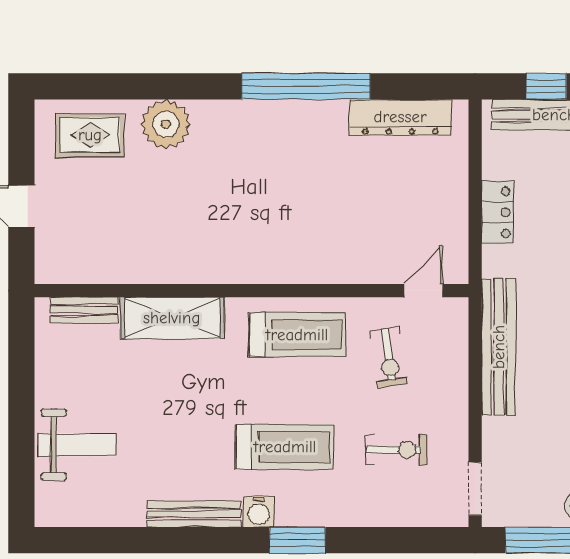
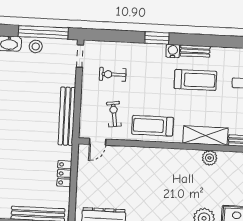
plant: (160, 266) -> (210, 158), added
treadmill: (285, 447) -> (195, 80), moved, turned 180
bench: (194, 514) -> (195, 51), width x0.73

